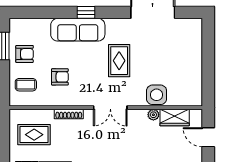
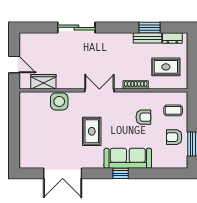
armchair: (60, 77) -> (143, 117), turned 180
plant: (153, 115) -> (62, 84), removed

